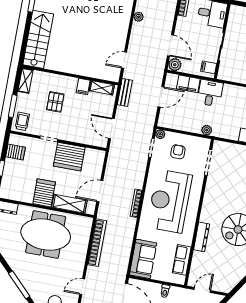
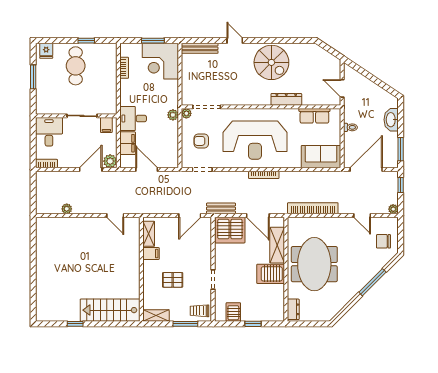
bench: (125, 92) -> (221, 208), moved
plant: (160, 134) -> (186, 113), moved
server rack: (69, 157) -> (230, 230), moved, turned 90

